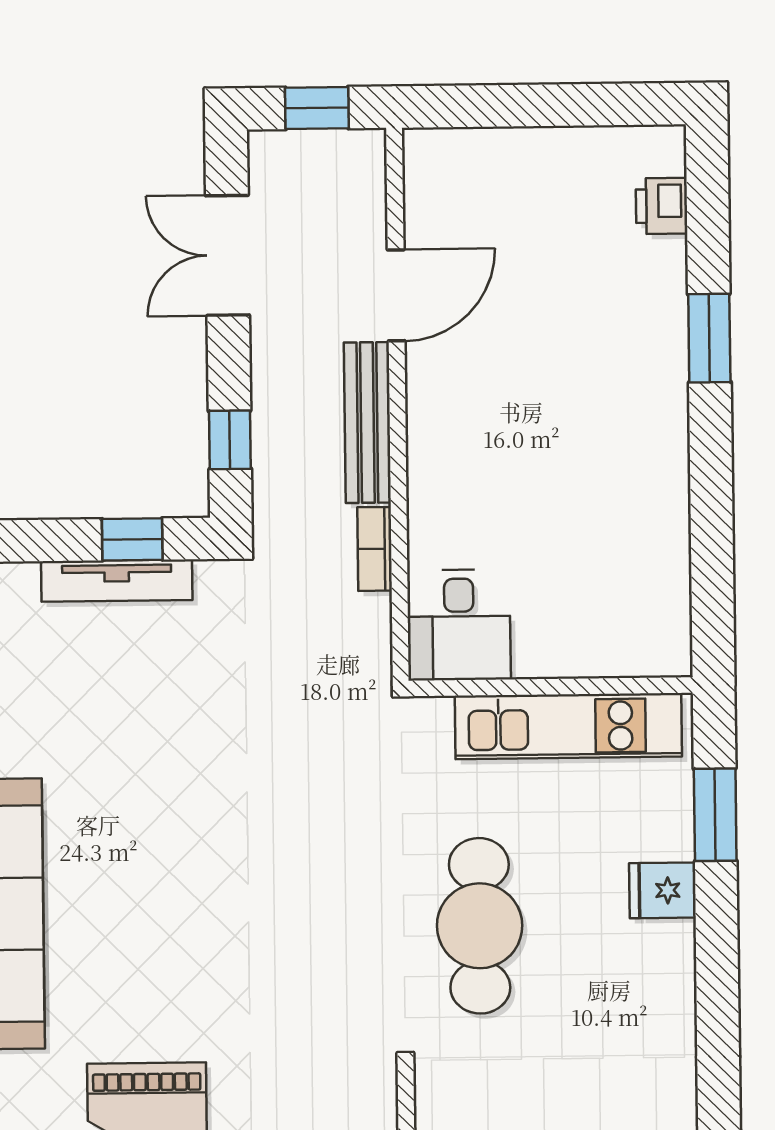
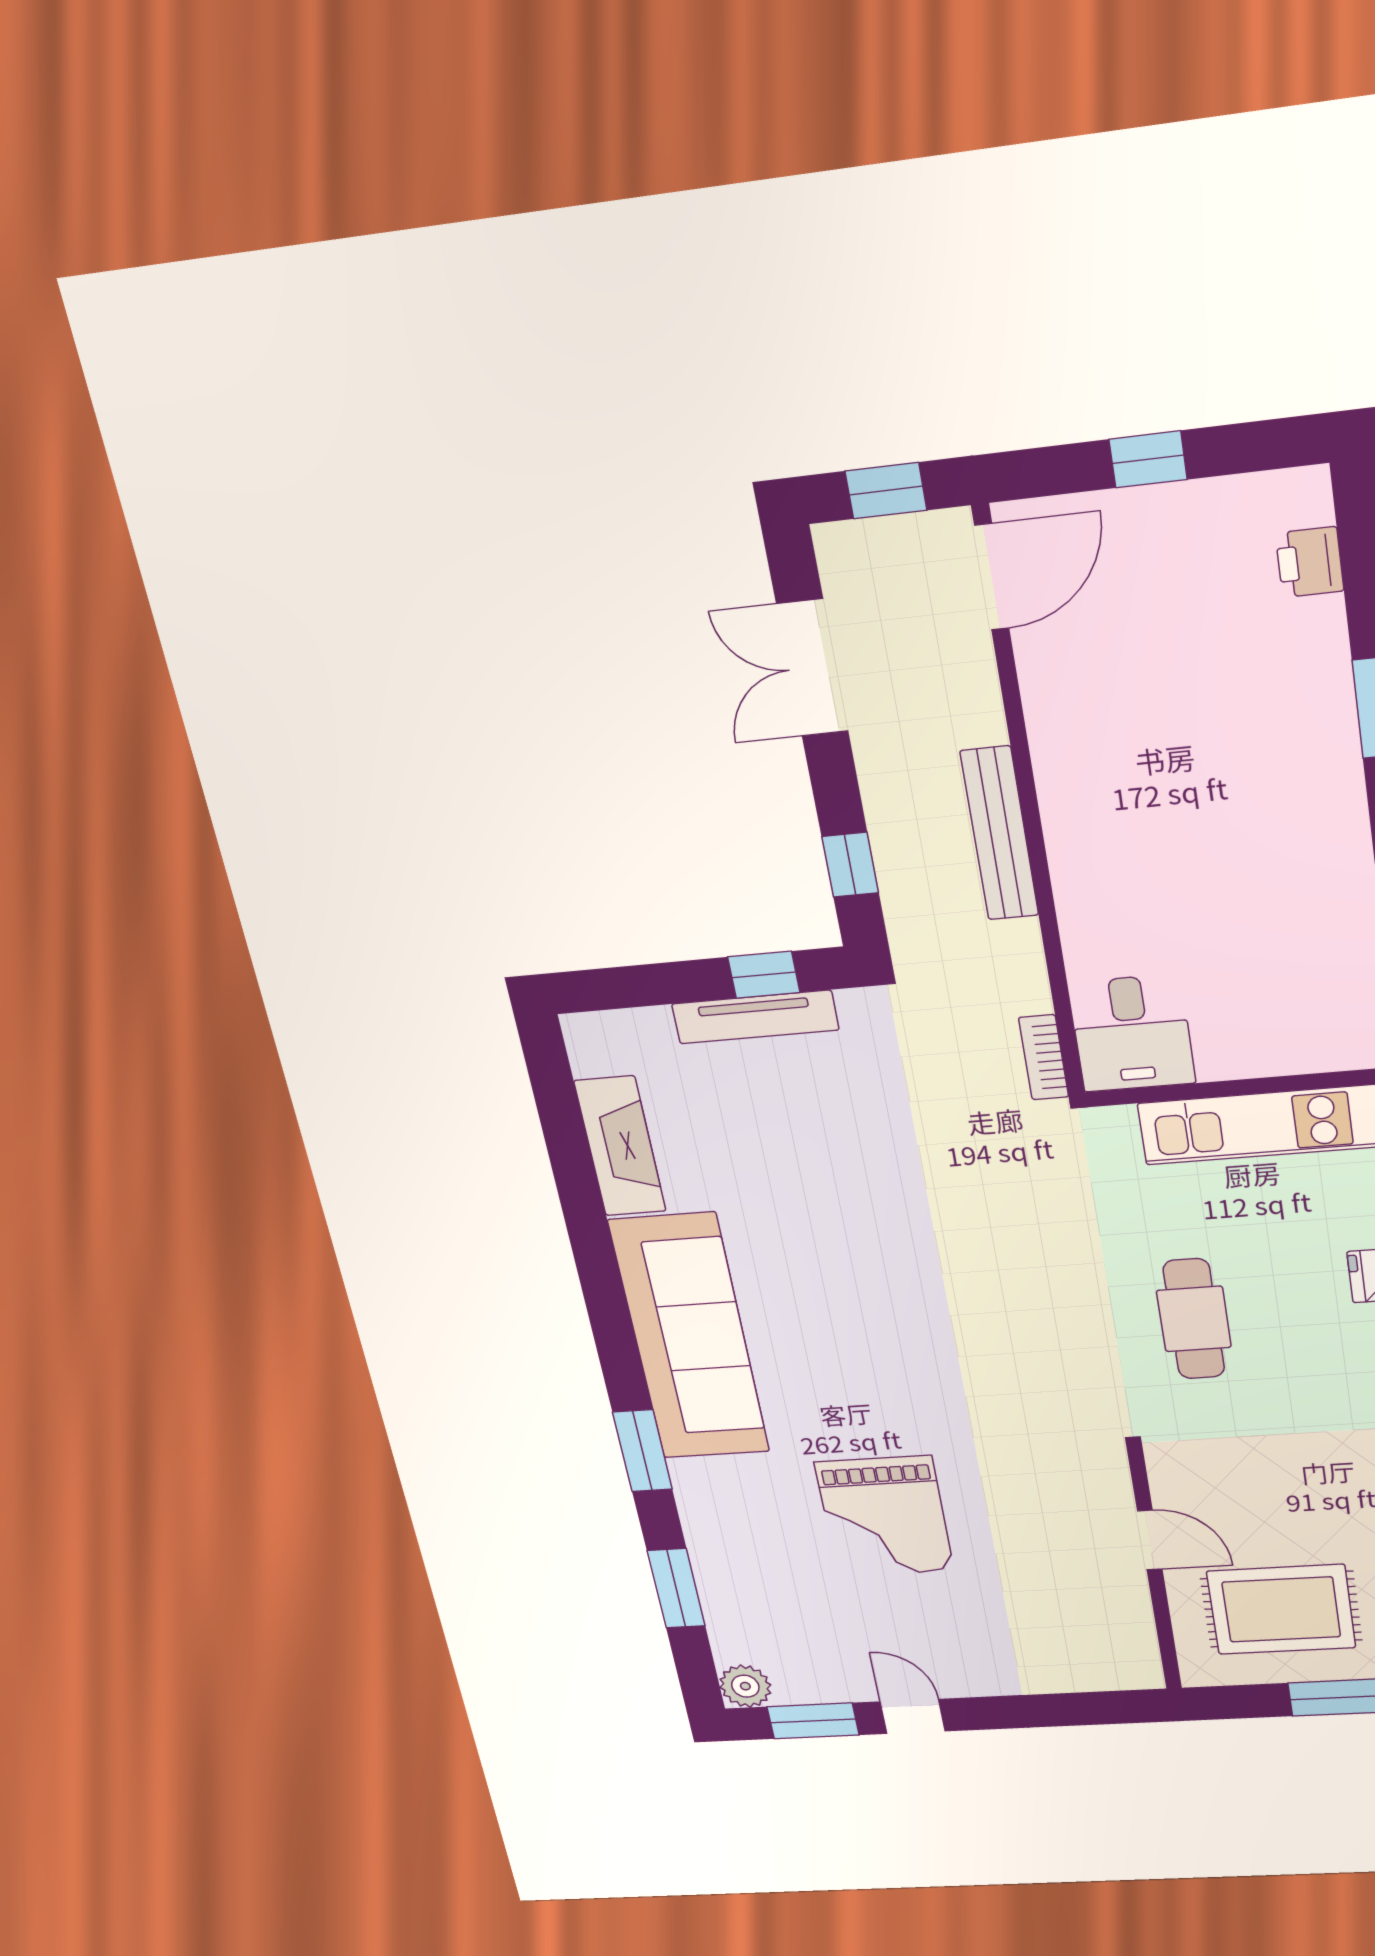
window: (539, 105) -> (1148, 459), added
door: (396, 295) -> (992, 577), moved
bookcase: (375, 549) -> (1044, 1057), moved
cafe table: (480, 926) -> (1194, 1319), width x0.73, depth x0.74

